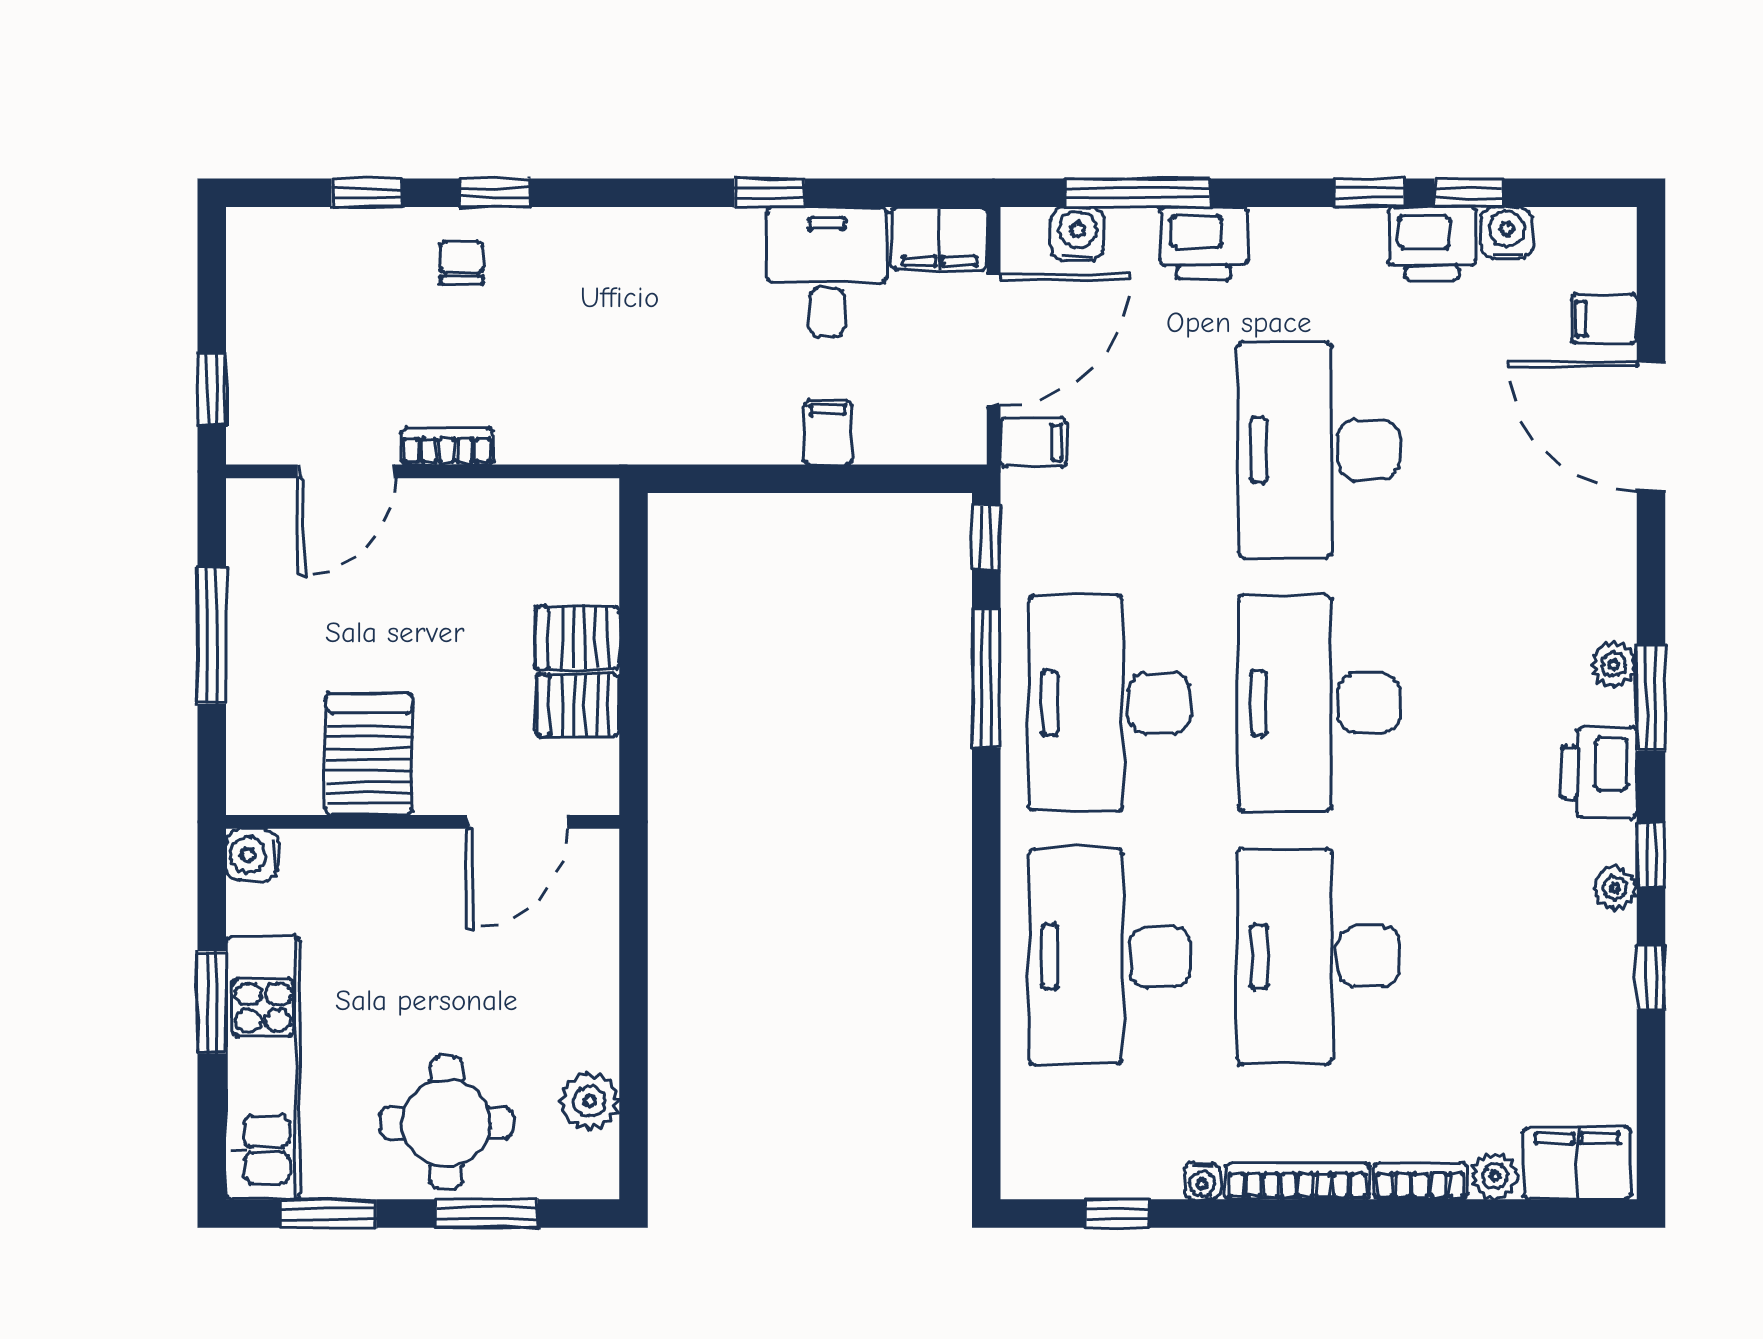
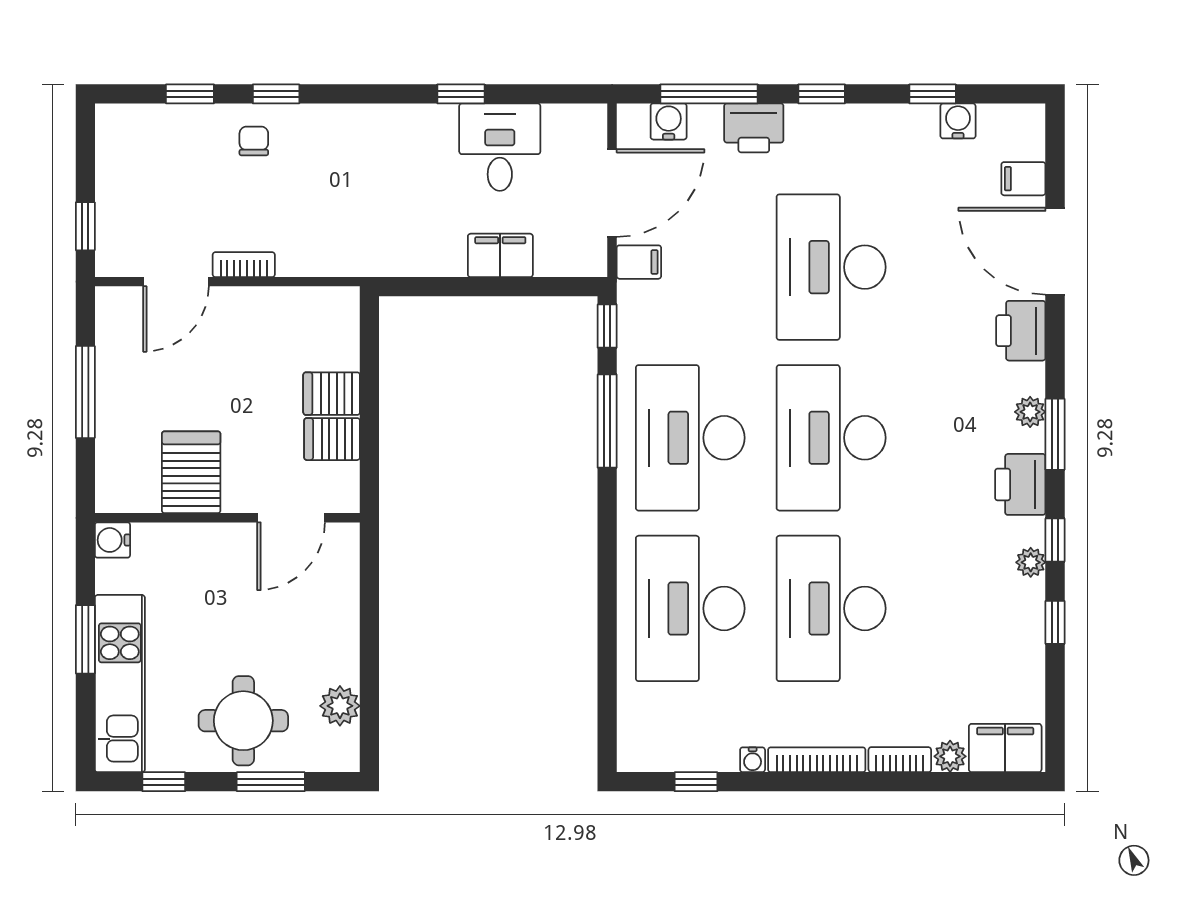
window: (1370, 193) -> (822, 94), moved
filing cabinet: (939, 239) -> (575, 125), removed
printer: (1432, 243) -> (1021, 331), moved, turned 90
filing cabinet: (828, 432) -> (500, 255), width x2.00
window: (328, 1214) -> (164, 782), width x0.67

